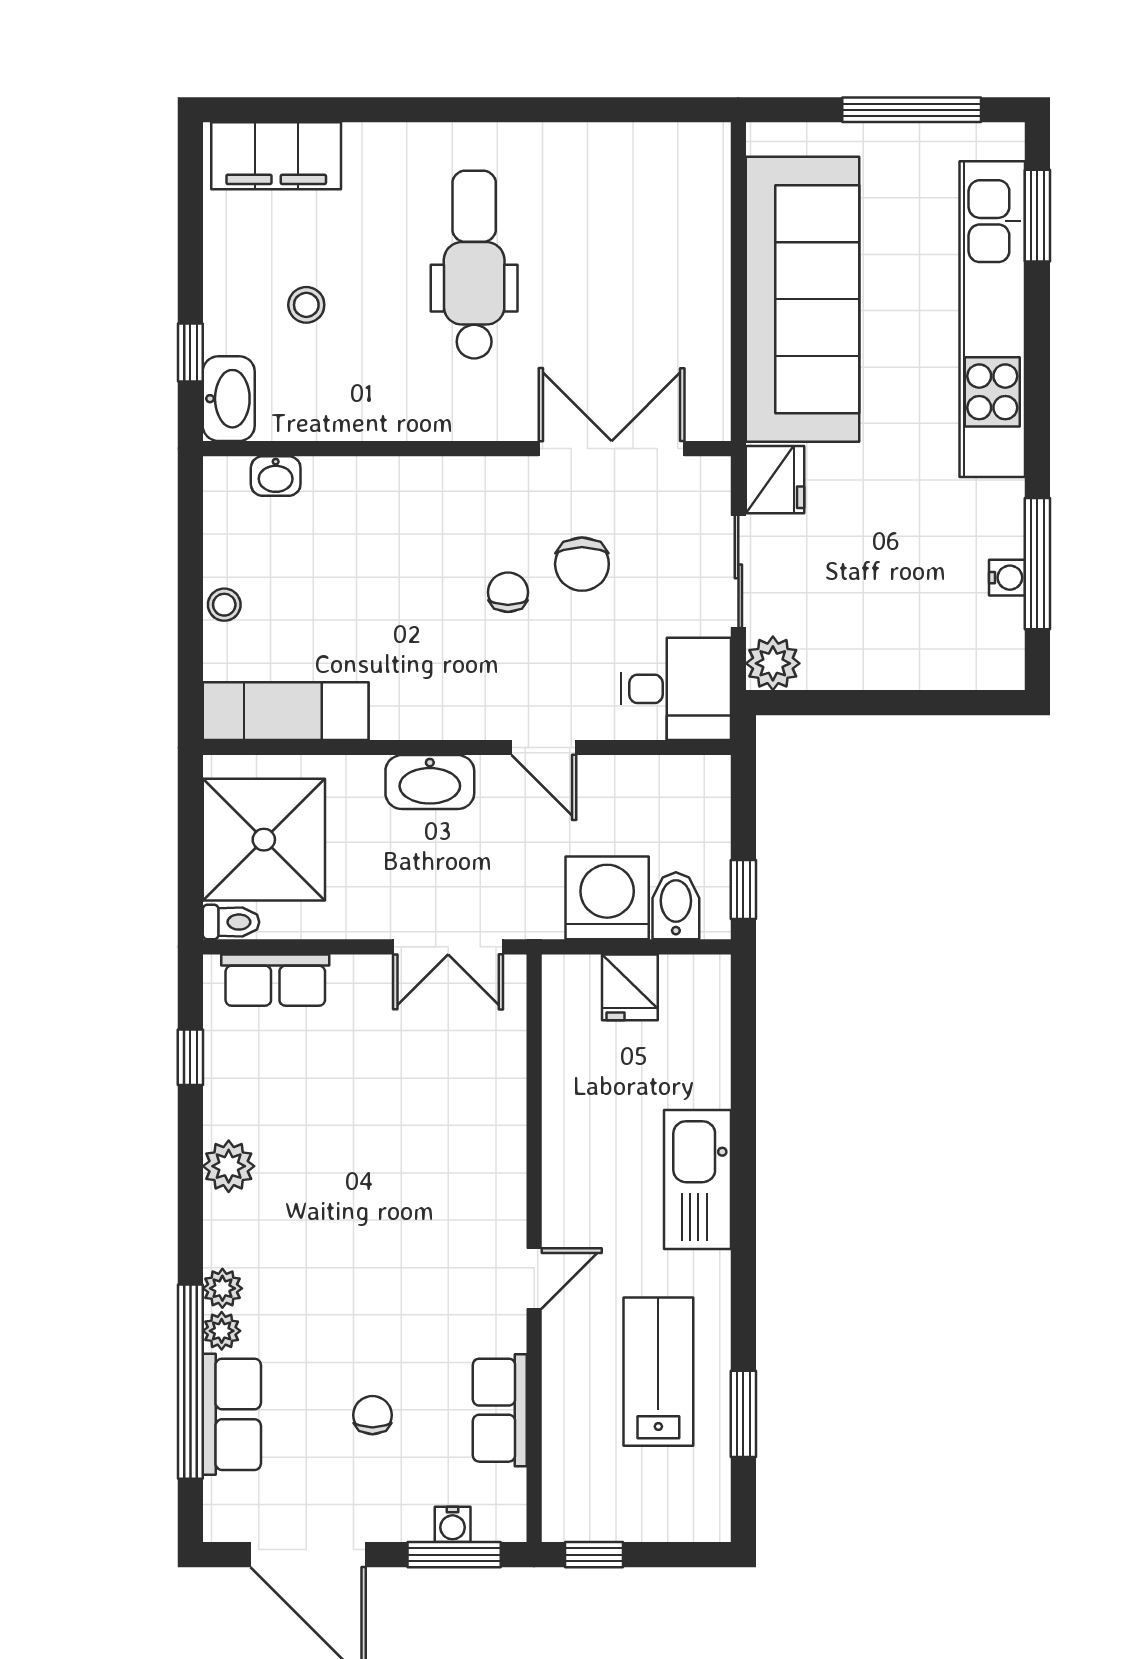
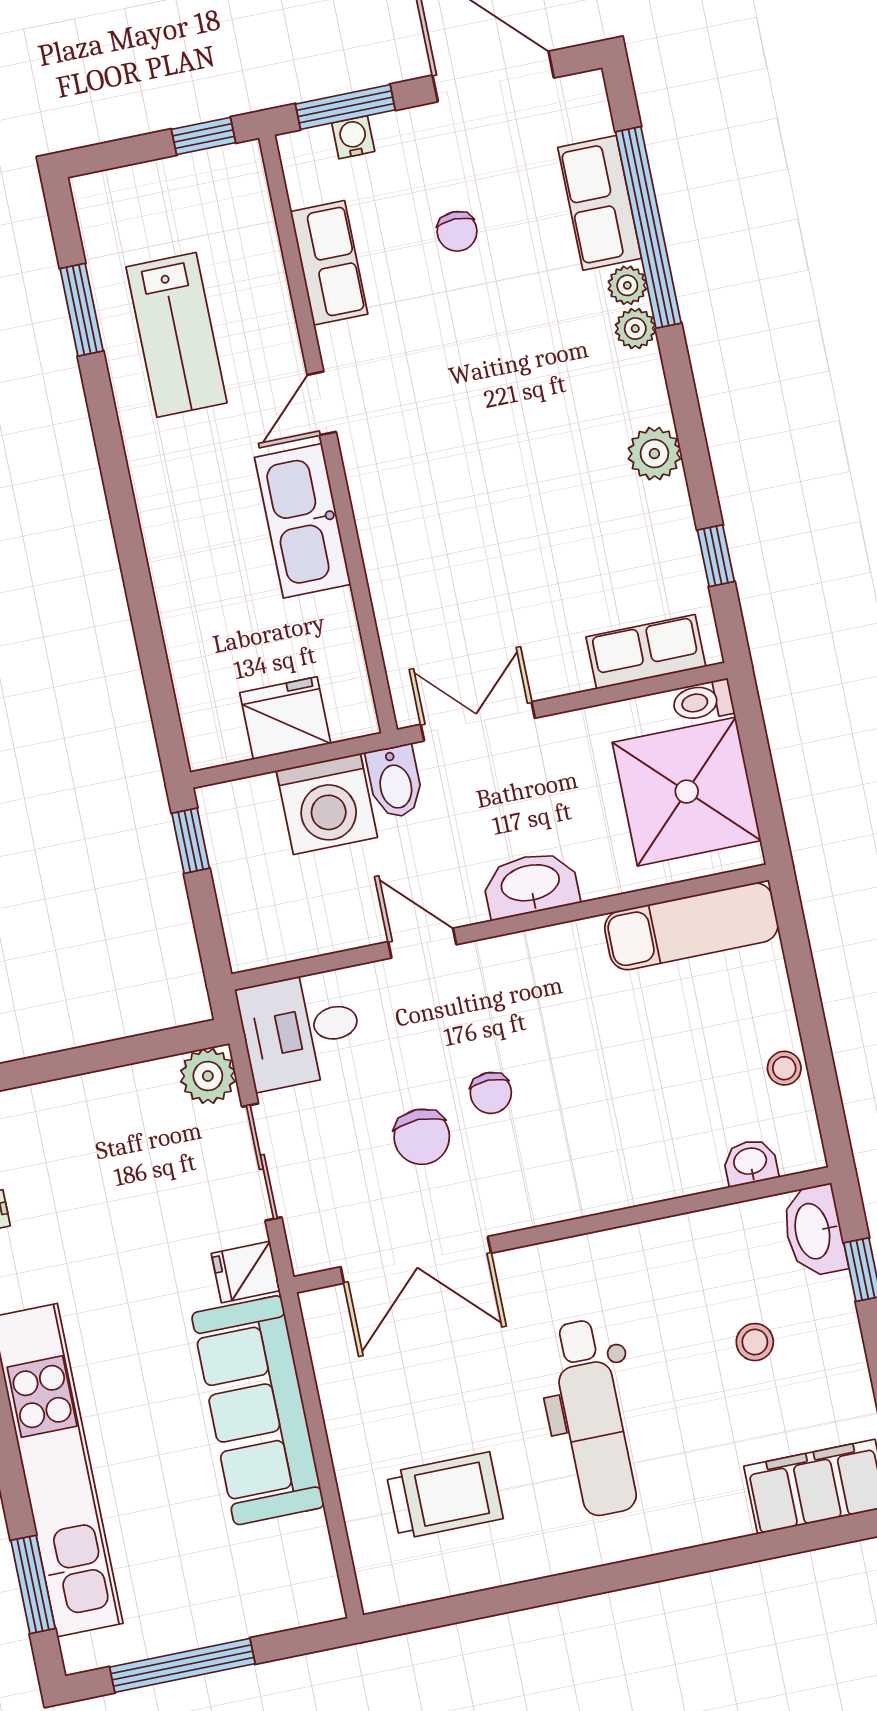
trolley: (630, 220) -> (445, 1496), added
sofa: (803, 299) -> (258, 1410), width x0.74, depth x0.79
fridge: (775, 480) -> (246, 1272), width x0.72
chair: (582, 564) -> (422, 1137), turned 180
stool: (224, 605) -> (784, 1068), moved
bidet: (676, 906) -> (395, 782), moved
fridge: (630, 987) -> (285, 718), width x1.38
kitchen sink: (698, 1180) -> (303, 521), moved, turned 180

